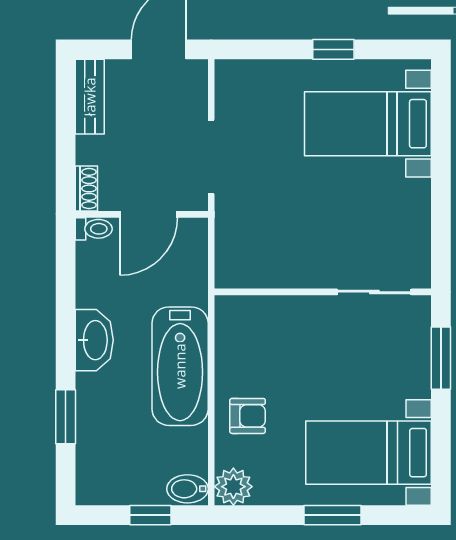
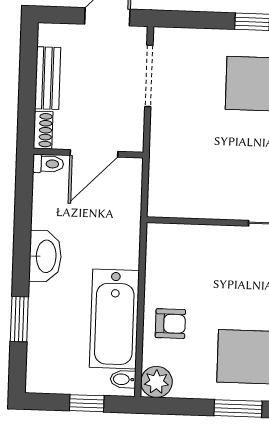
bench: (90, 97) -> (48, 78), moved
doorway: (211, 157) -> (149, 76), moved
bathtub: (180, 366) -> (114, 319), moved
bidet: (187, 489) -> (123, 379), width x0.72, depth x0.74

